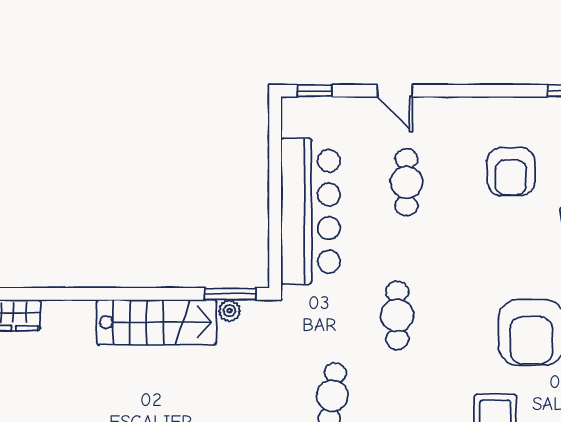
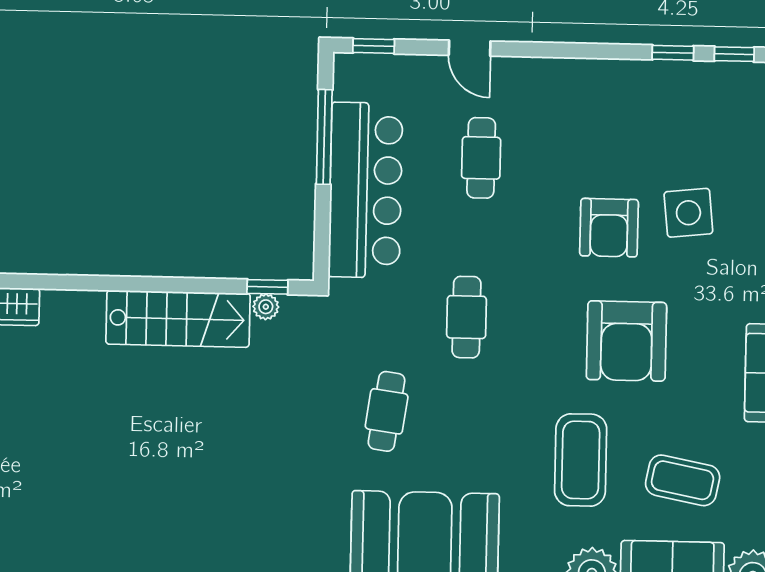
window: (275, 168) -> (324, 137), added
armchair: (511, 172) -> (609, 228), moved
window: (230, 294) -> (267, 287), width x0.67

